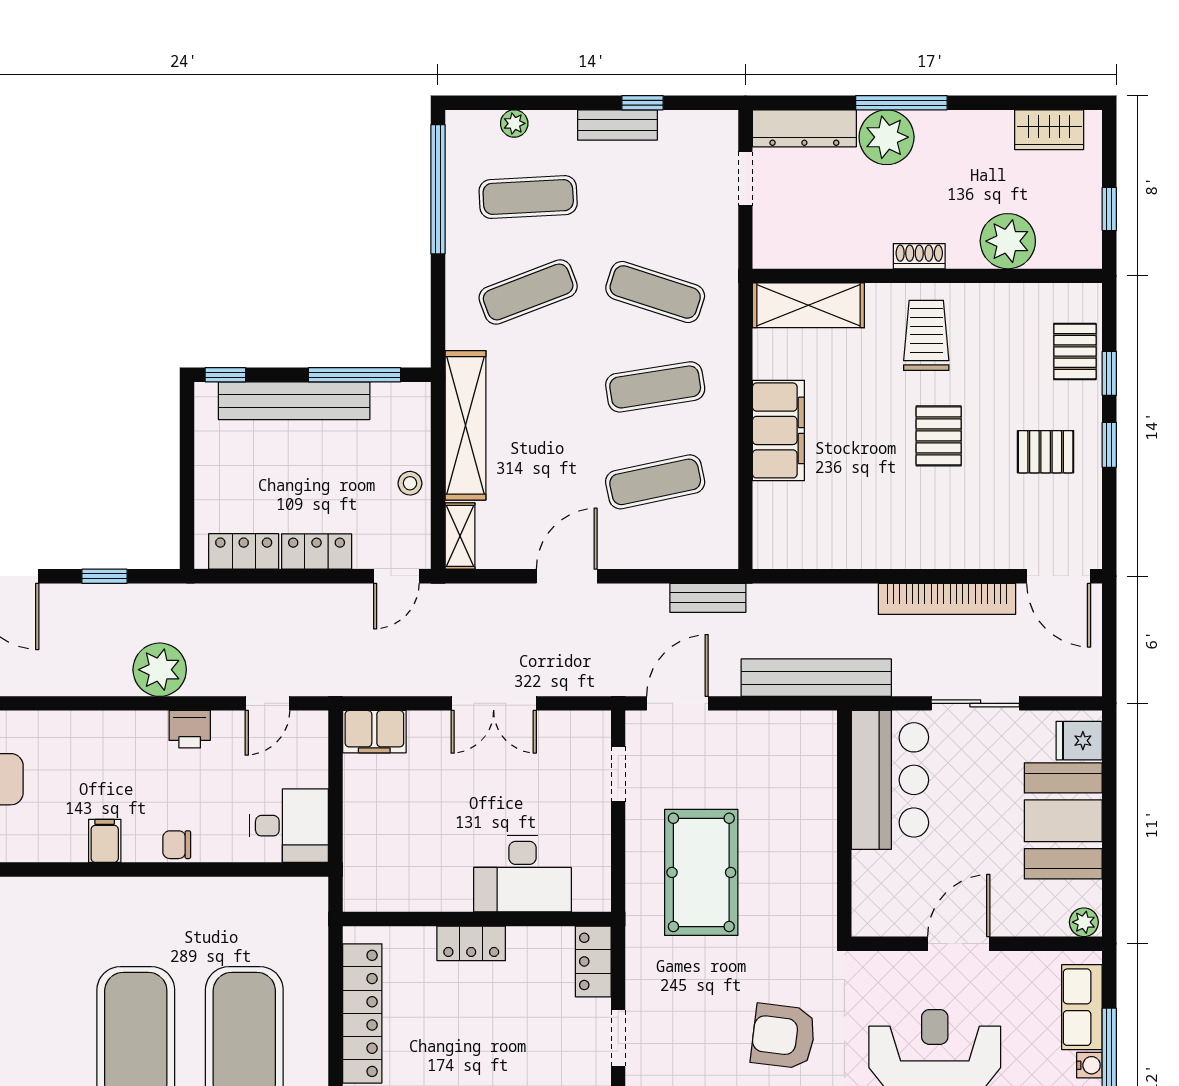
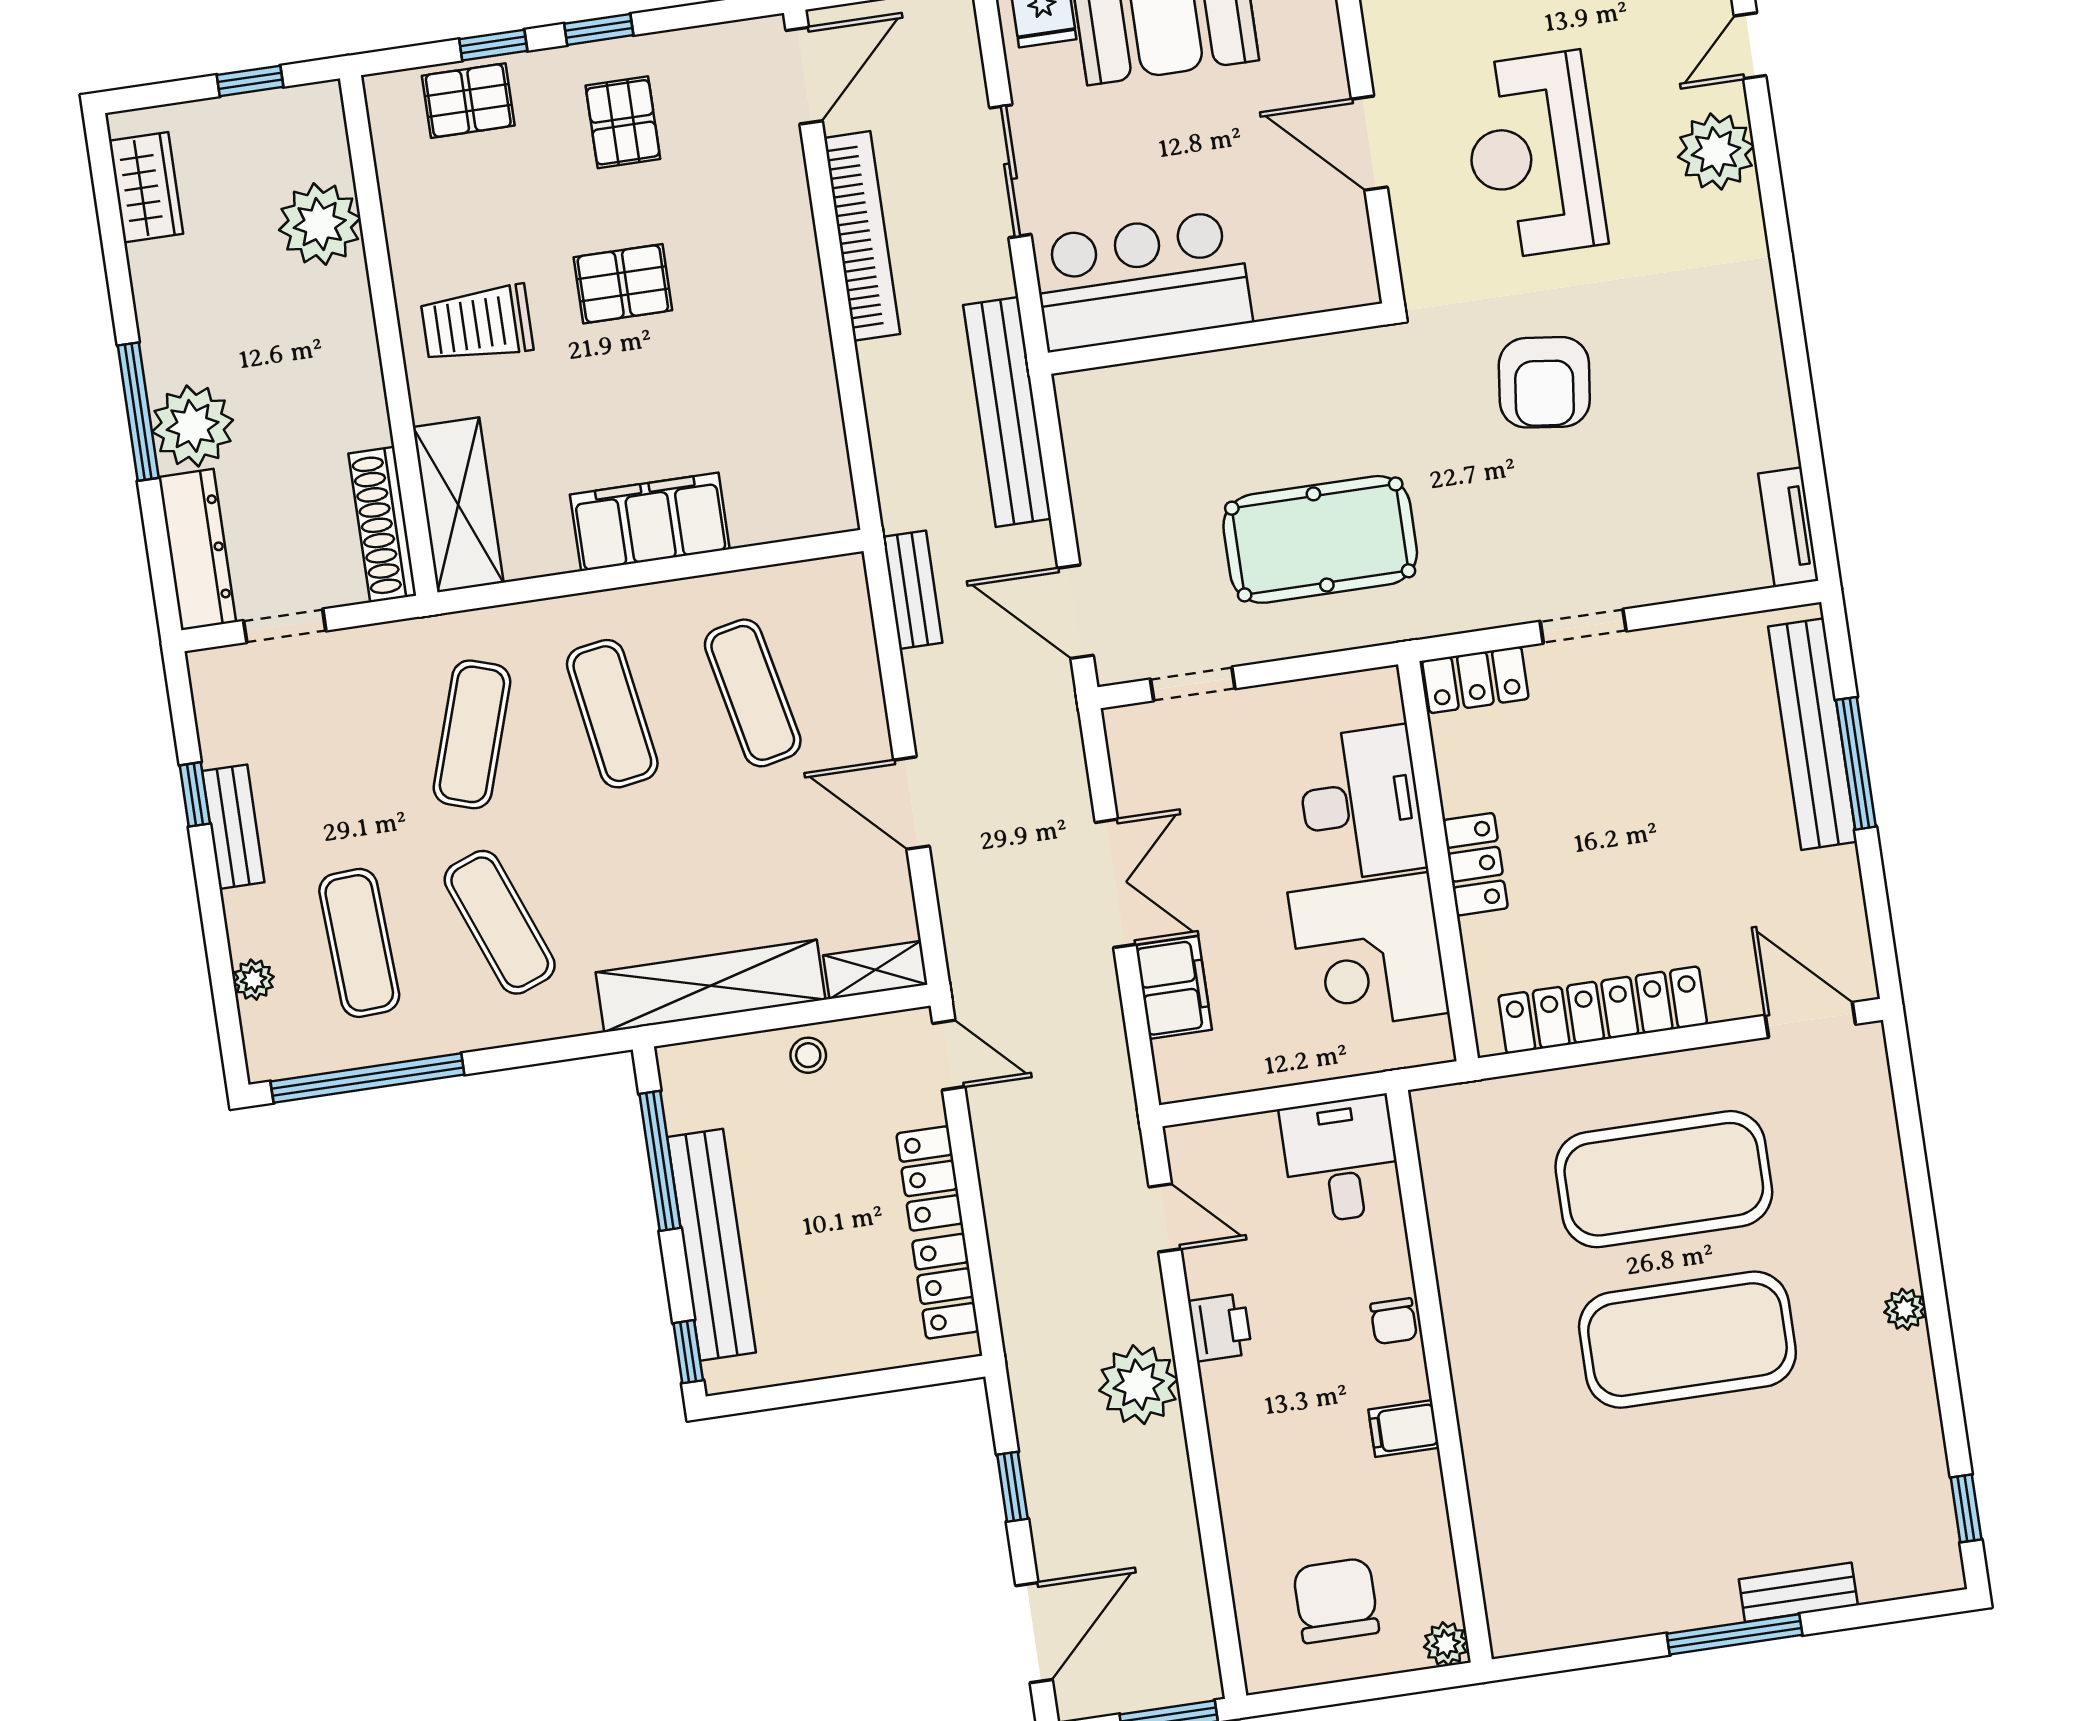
shoe rack: (919, 256) -> (382, 524), moved, width x1.94, depth x1.24
filing cabinet: (374, 732) -> (1174, 988), moved
corner desk: (423, 864) -> (1369, 953), added

